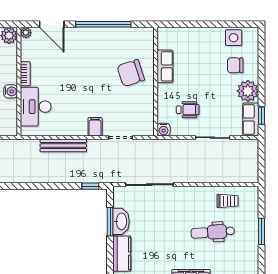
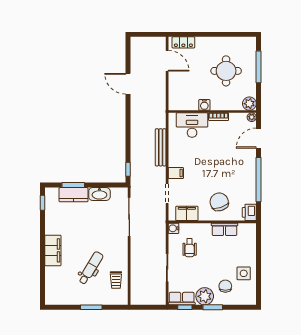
printer: (144, 36) -> (249, 212), added
side table: (234, 38) -> (244, 273), moved
window: (262, 81) -> (213, 307), added
filing cabinet: (145, 113) -> (187, 213), added
window: (110, 222) -> (73, 185), moved
dental chair: (213, 232) -> (91, 268), turned 35

